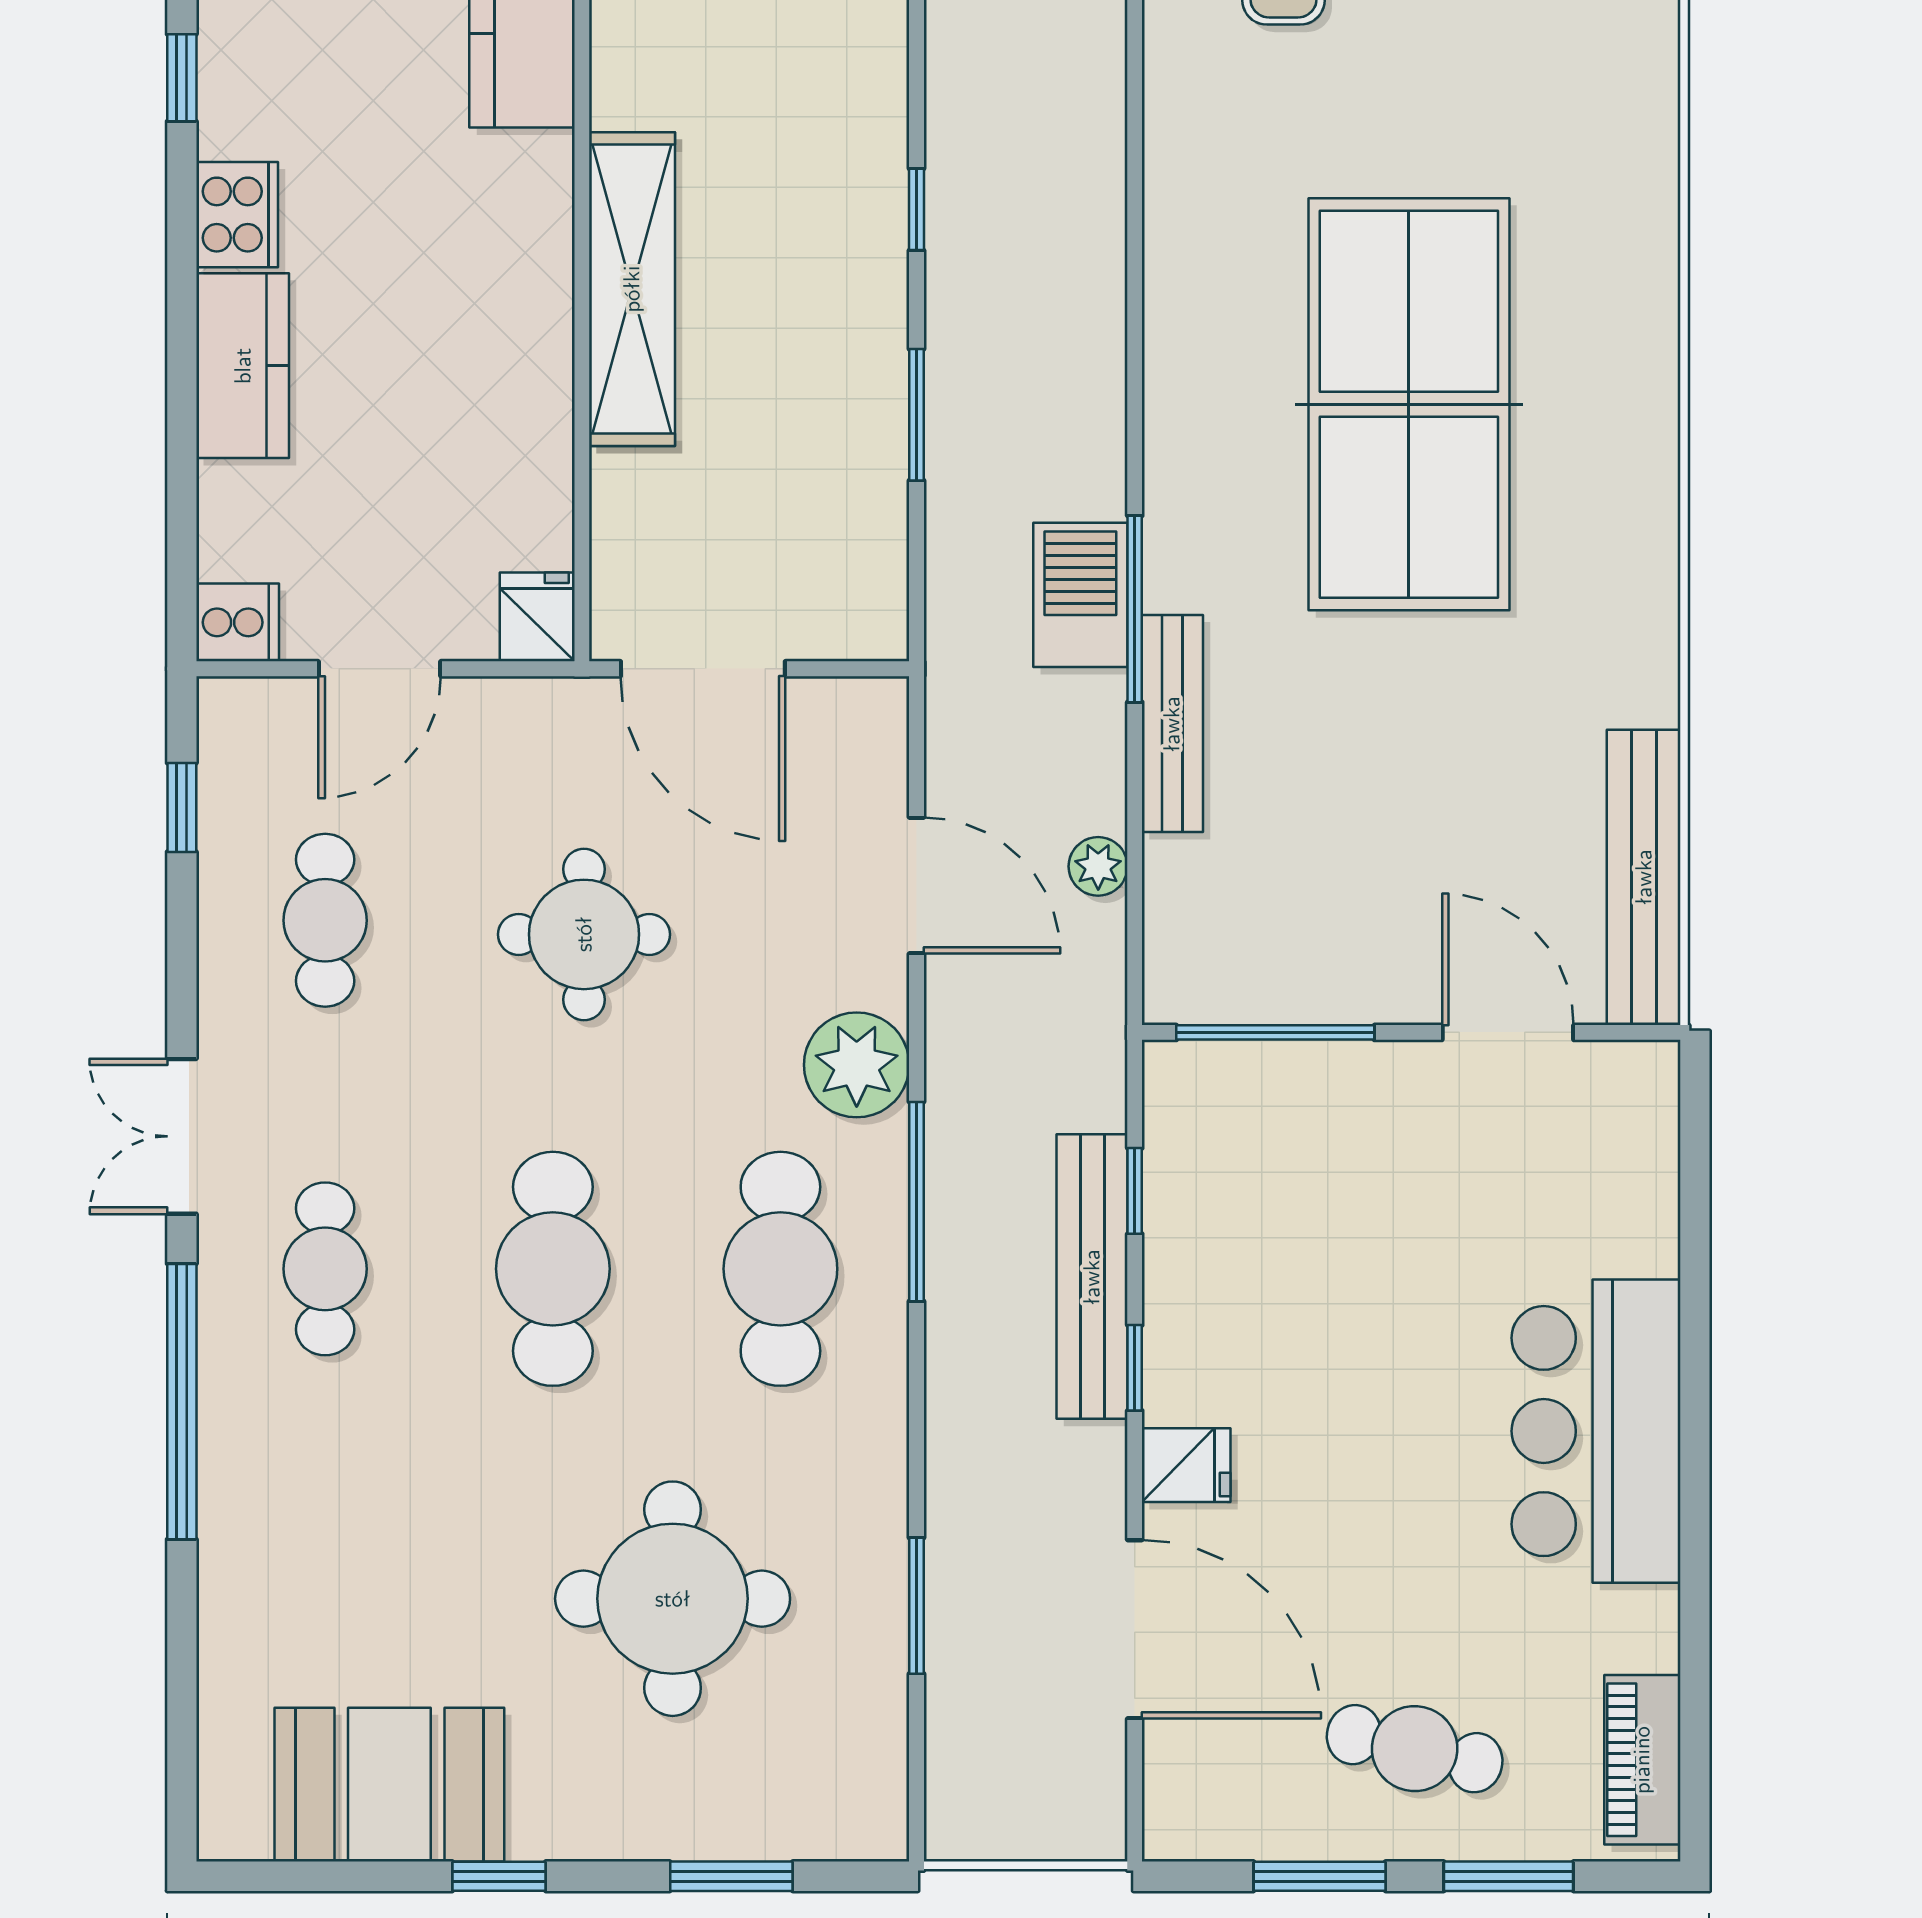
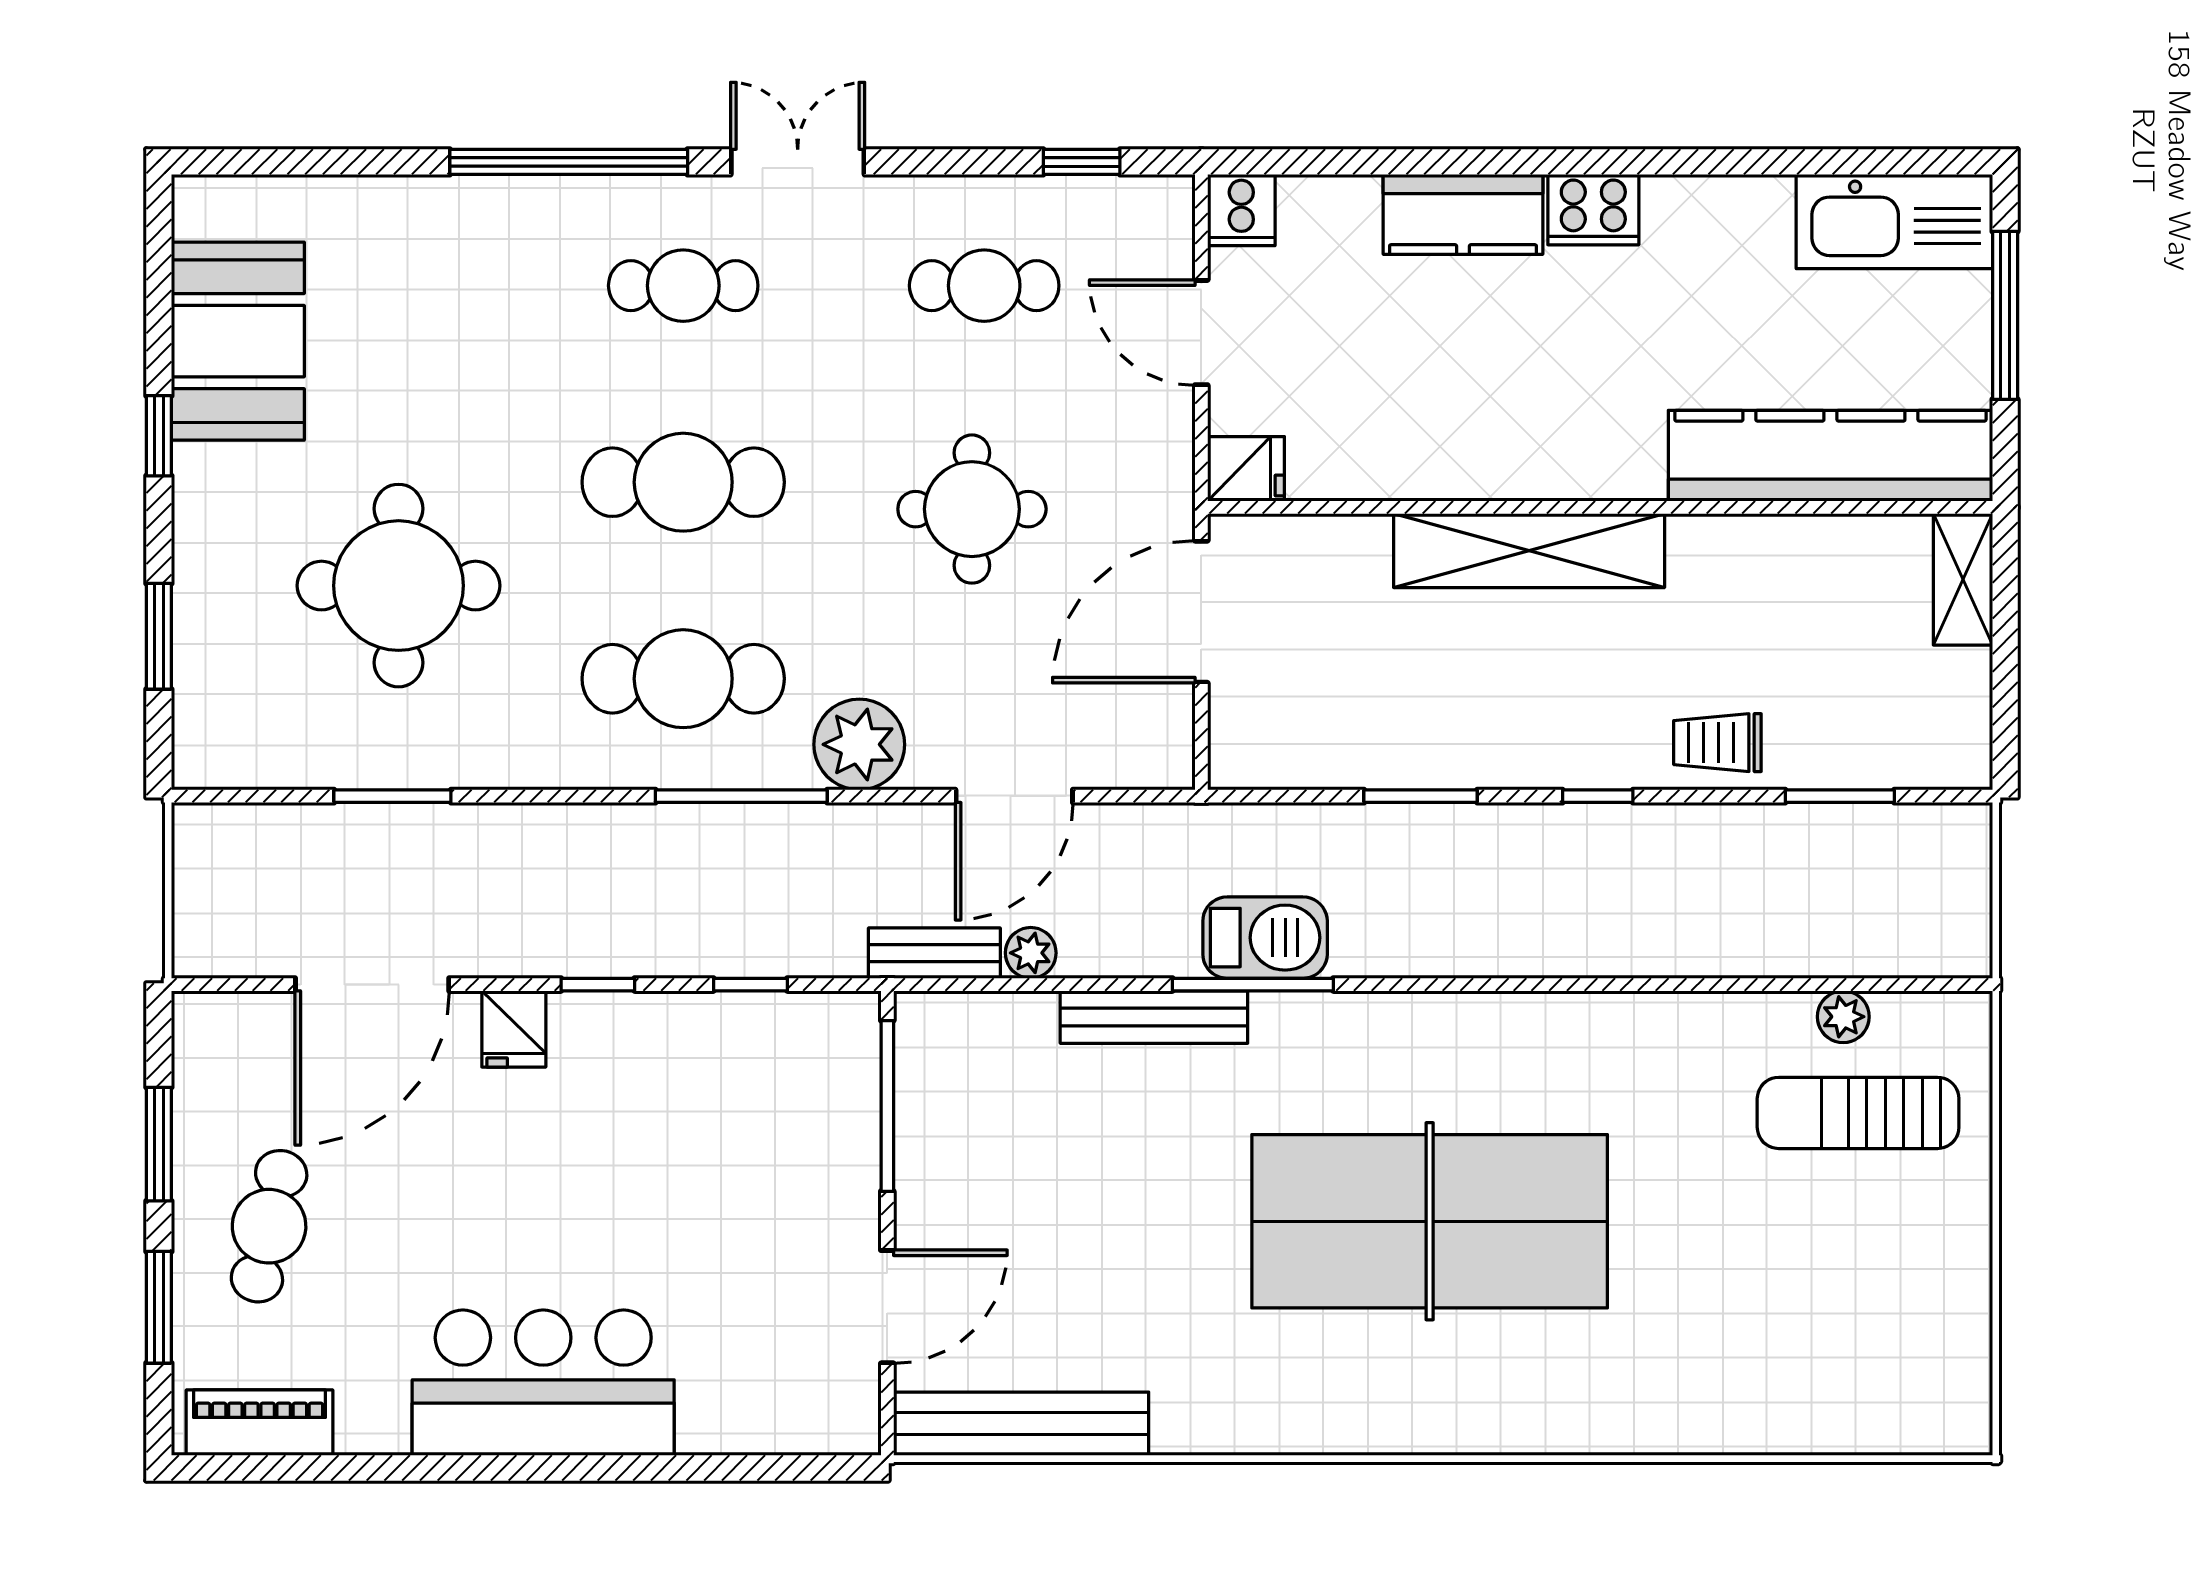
trolley: (854, 71) -> (1717, 743), added
window: (182, 78) -> (1712, 162), removed
bench: (1092, 1277) -> (934, 953), moved, width x0.54, depth x0.82

